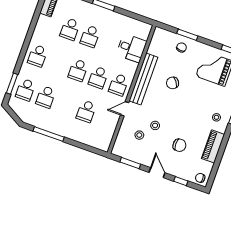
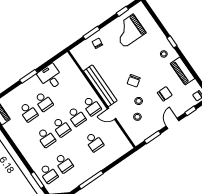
desk: (131, 48) -> (50, 77), moved, turned -90
school desk: (38, 56) -> (46, 138), moved
chair: (173, 83) -> (134, 81), moved
door: (125, 109) -> (112, 114), hinge flipped
door: (157, 173) -> (173, 123), hinge flipped

